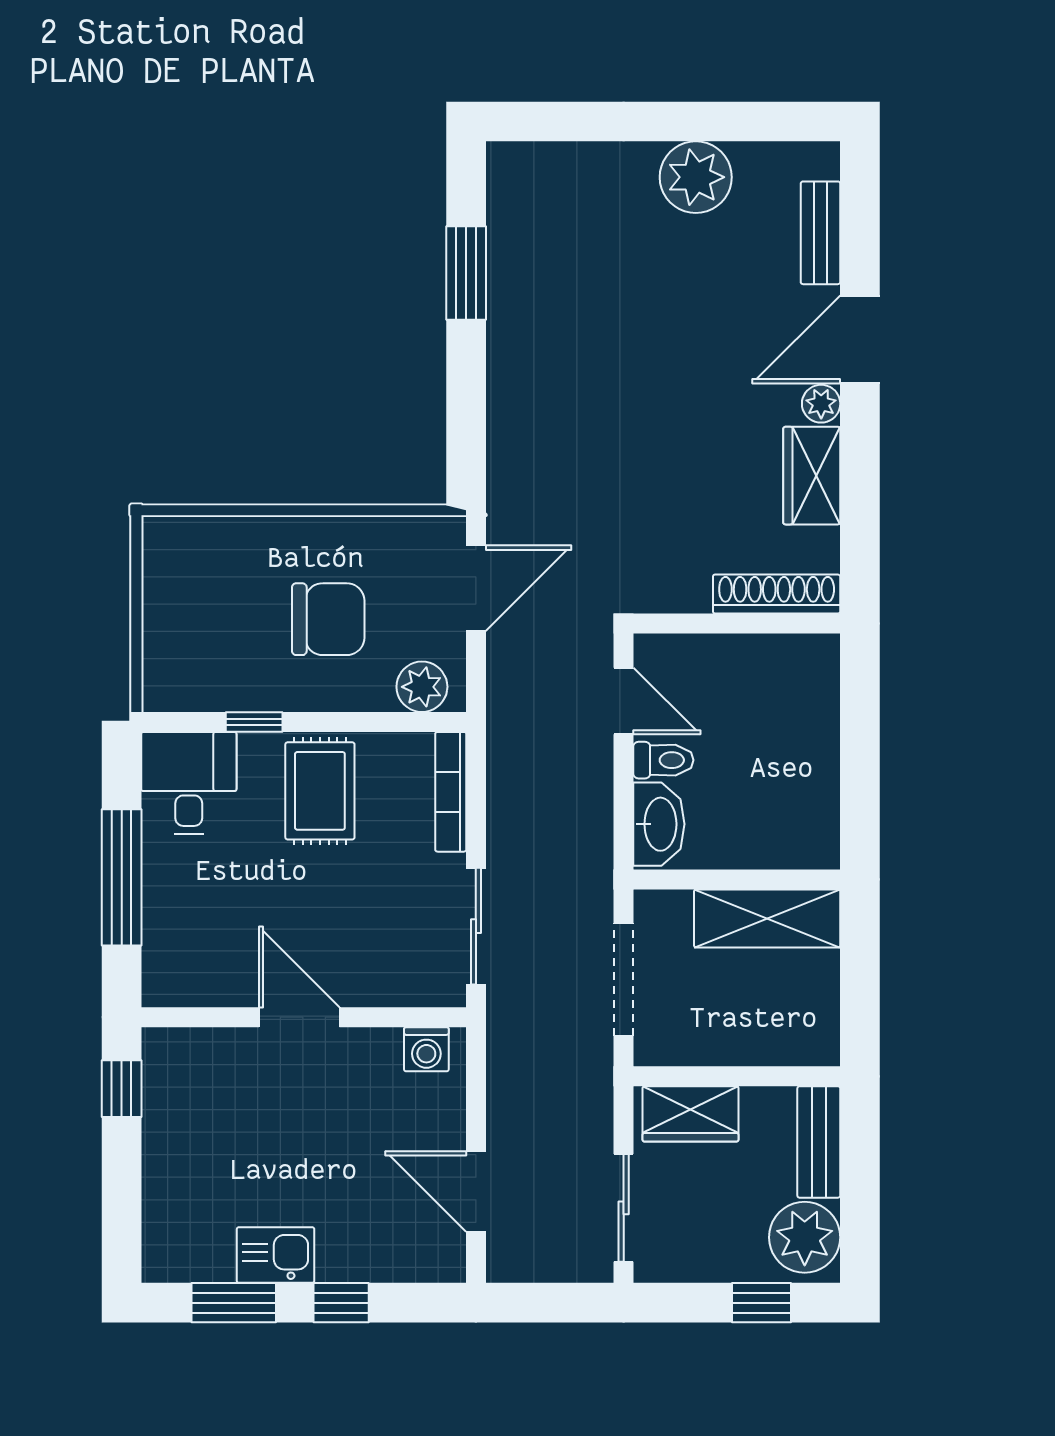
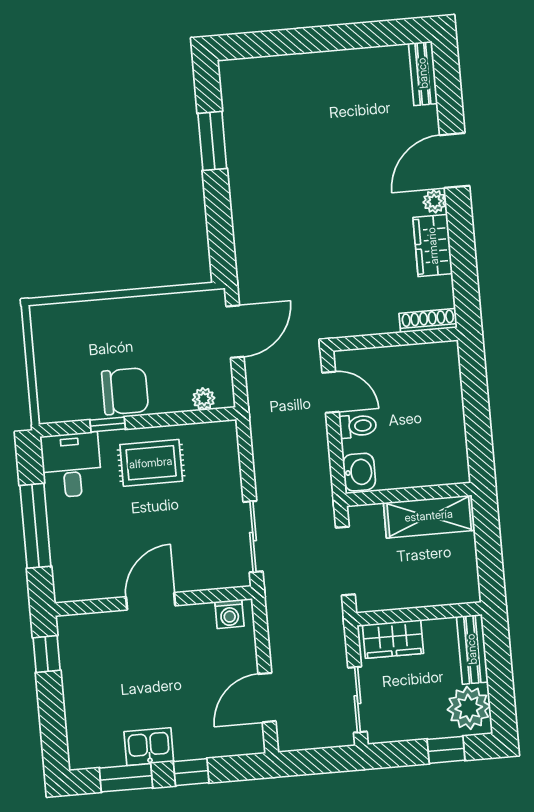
plant: (696, 177) -> (346, 71), removed
bench: (820, 233) -> (423, 73), moved
shoe rack: (777, 594) -> (428, 321), width x0.74, depth x0.81
chair: (328, 619) -> (125, 391), moved
plant: (422, 687) -> (204, 399), width x0.73, depth x0.73
rug: (320, 791) -> (151, 463), turned 90
bookcase: (451, 792) -> (231, 456), removed
washbasin: (659, 824) -> (359, 472), width x0.72
door: (299, 1017) -> (151, 601), hinge flipped
door: (476, 1191) -> (267, 698), hinge flipped

